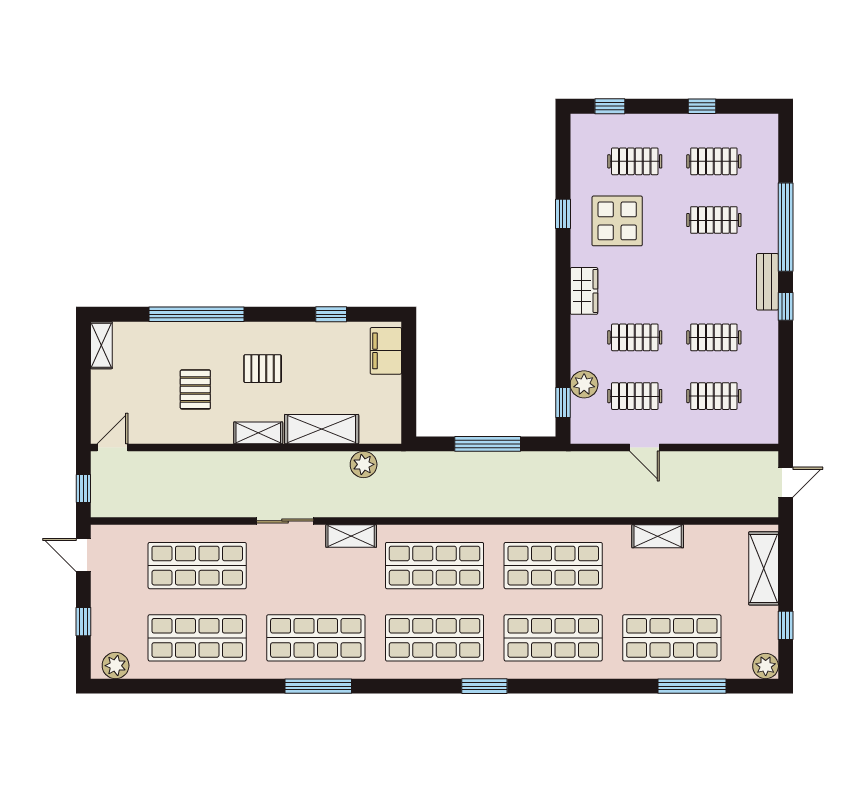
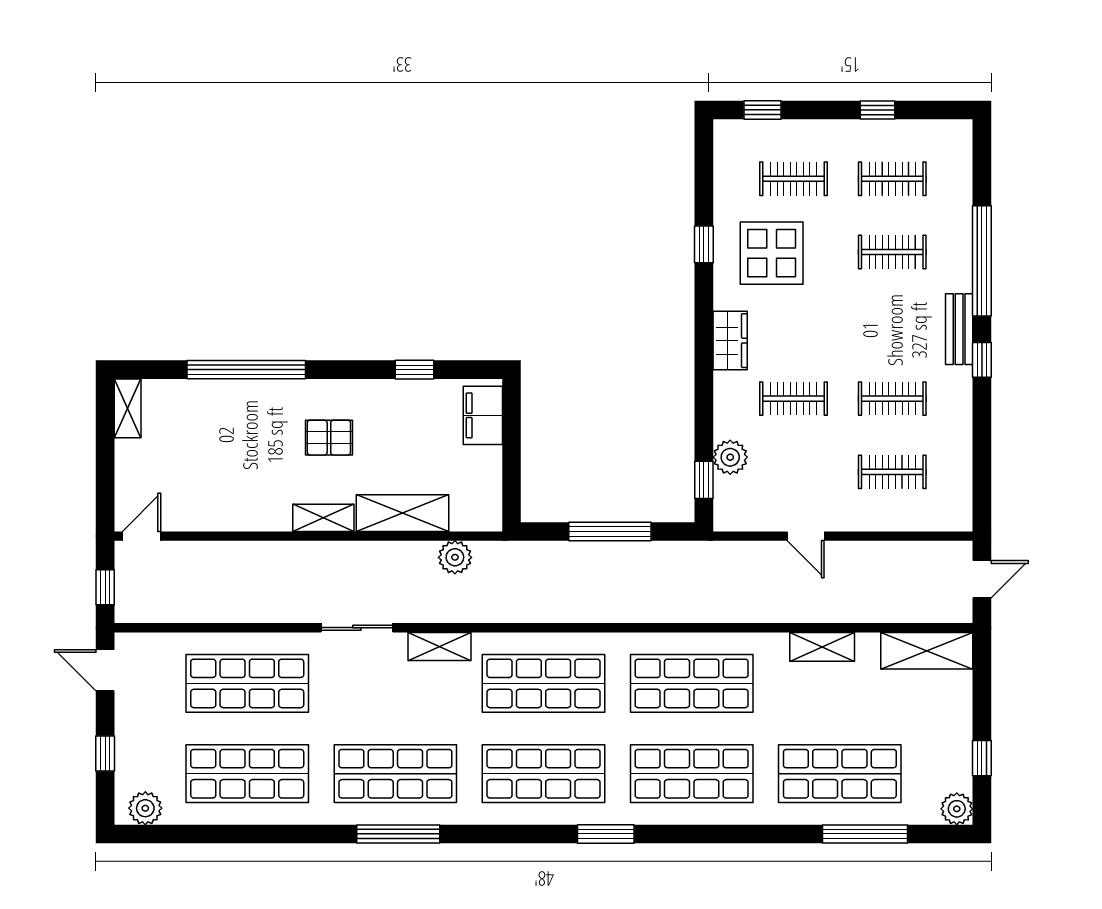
pallet: (195, 389) -> (245, 464), removed
clothes rail: (635, 396) -> (794, 472), removed
shelving: (764, 568) -> (927, 651), moved, turned 90

